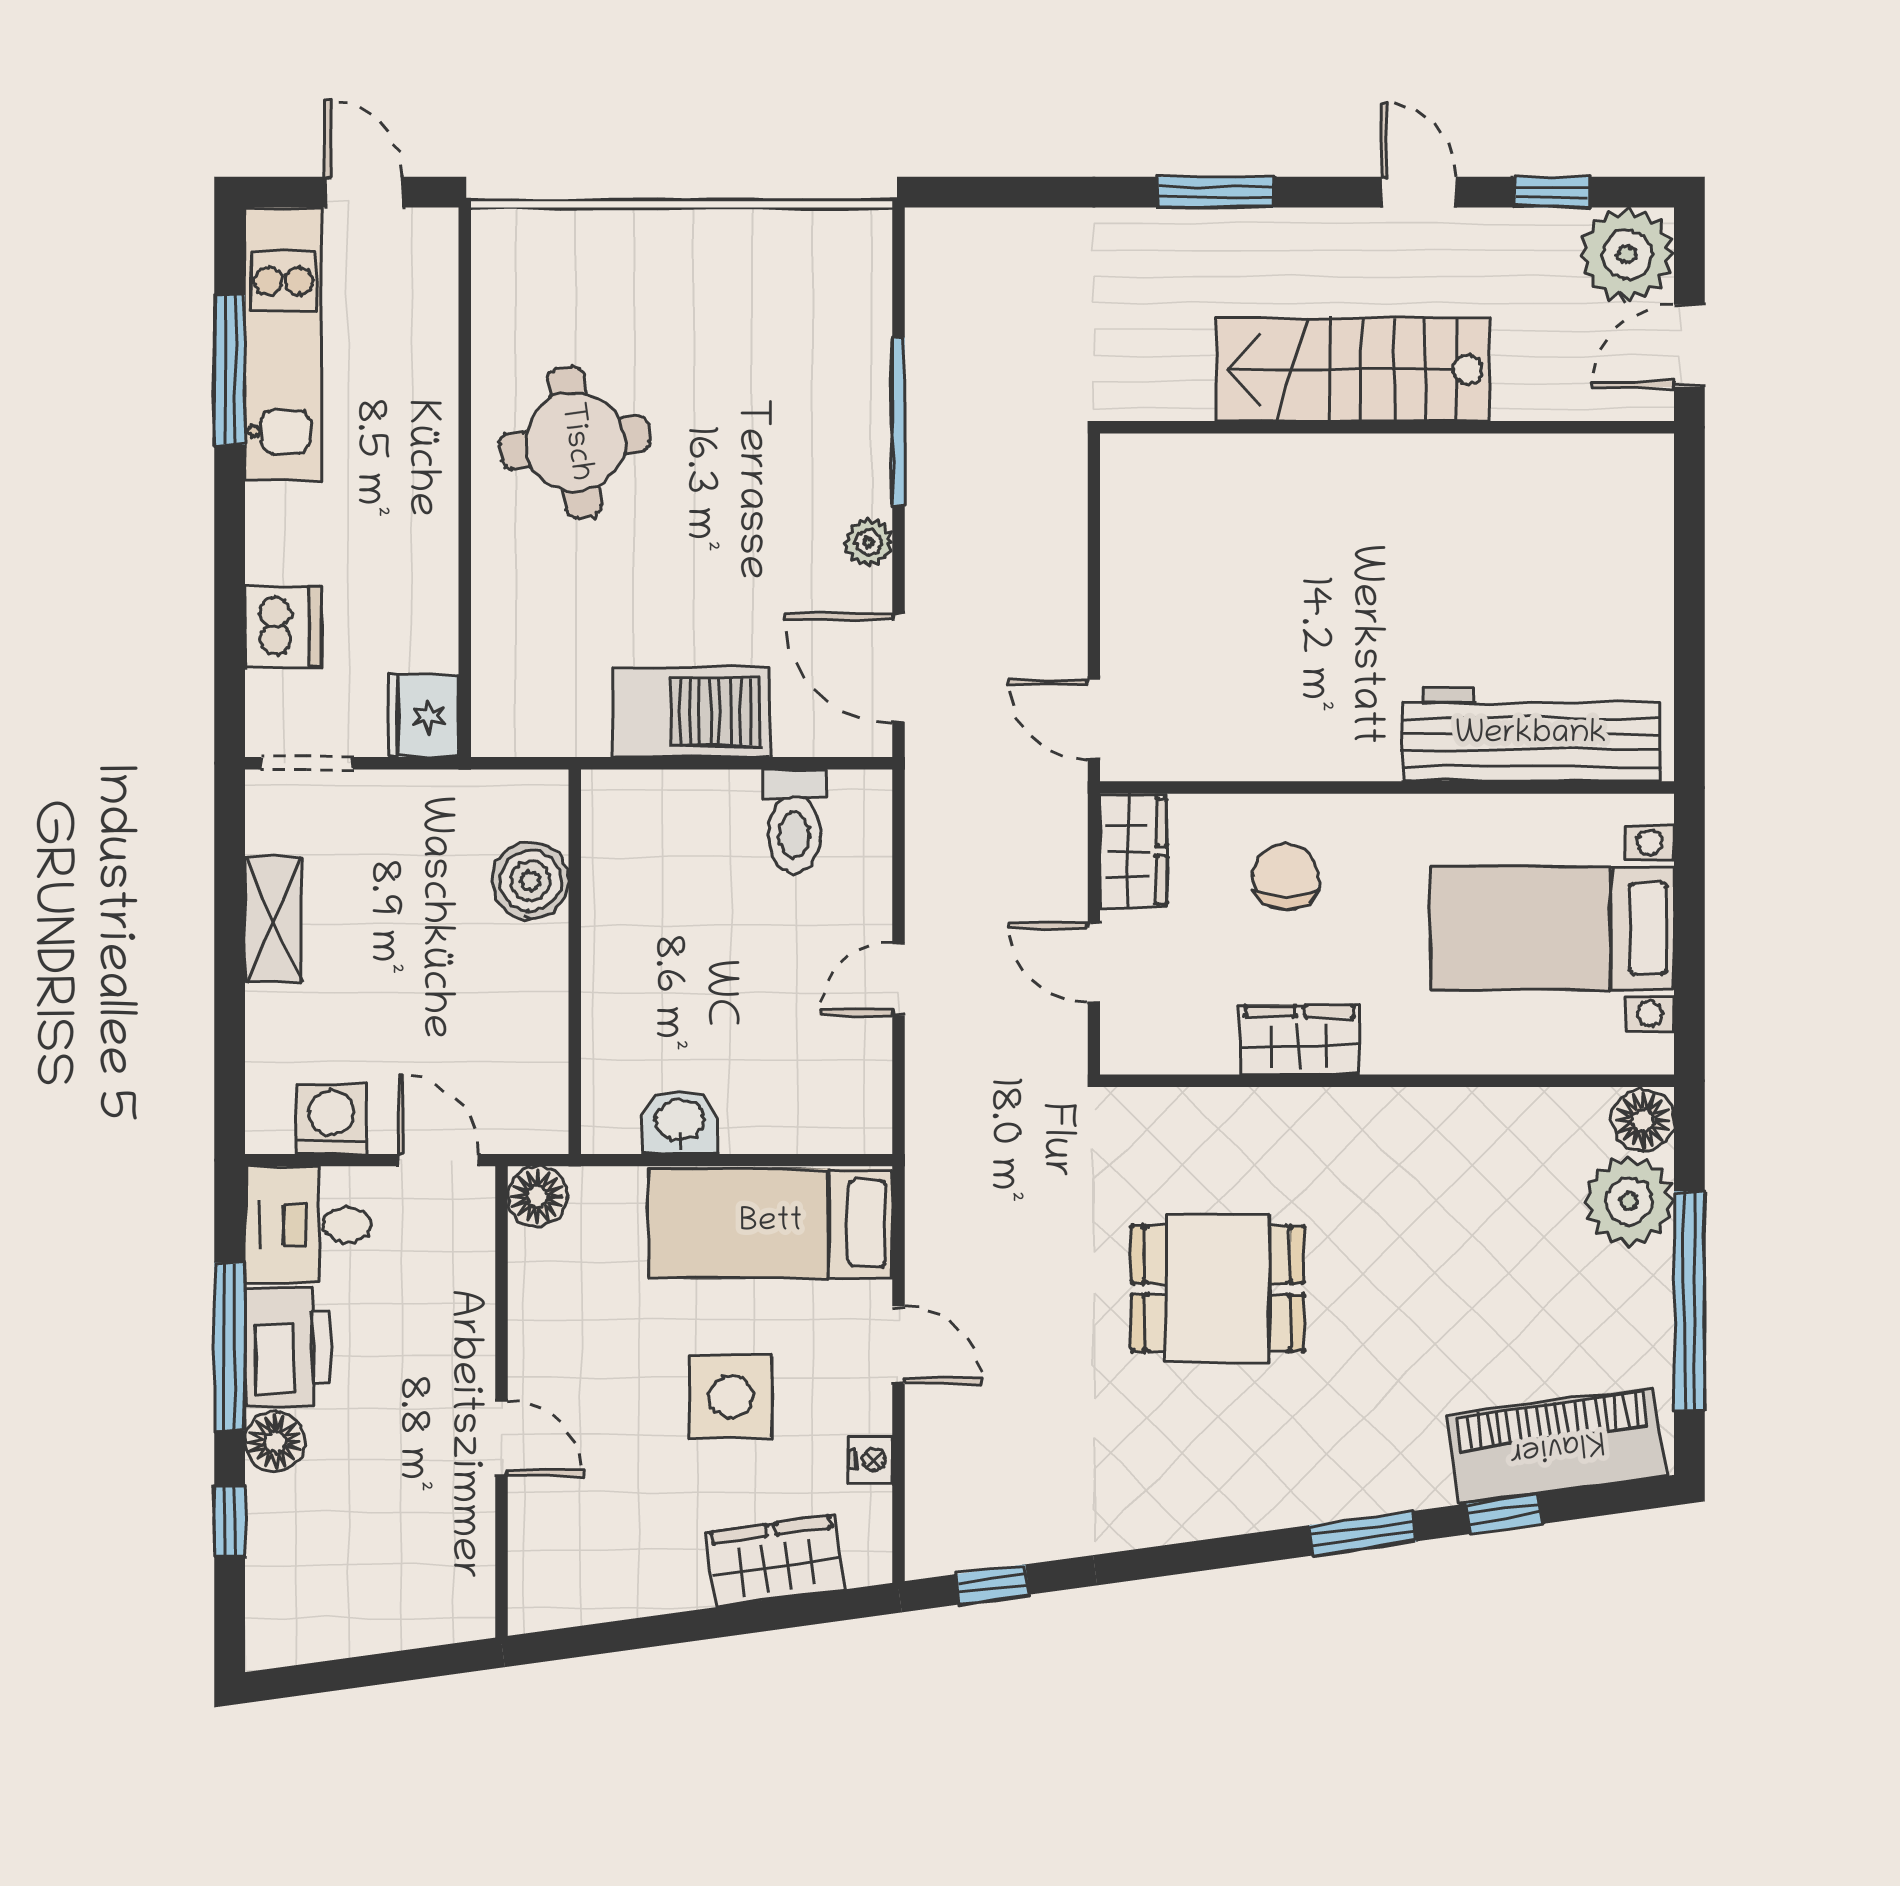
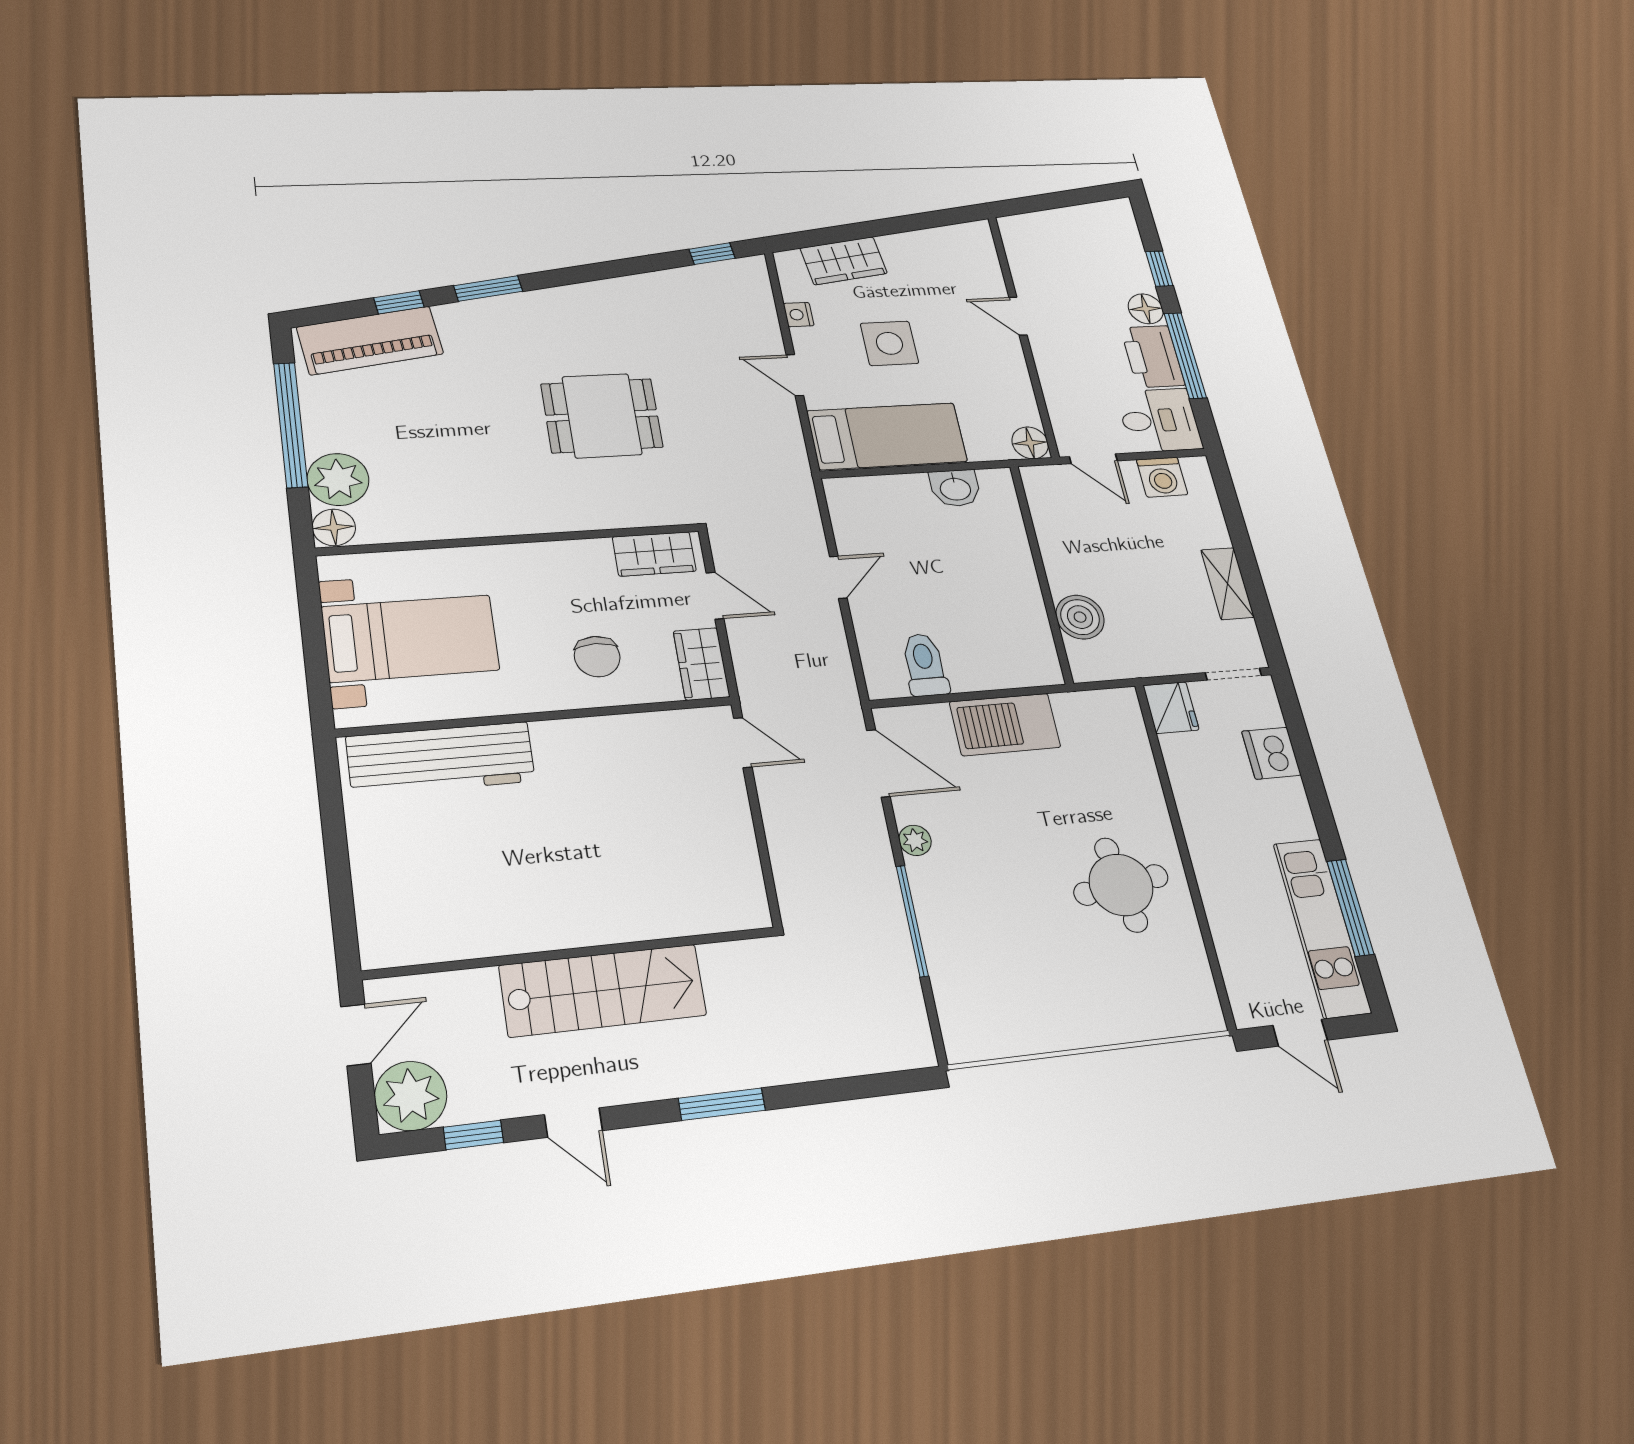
wardrobe: (1300, 1040) -> (654, 554), moved

